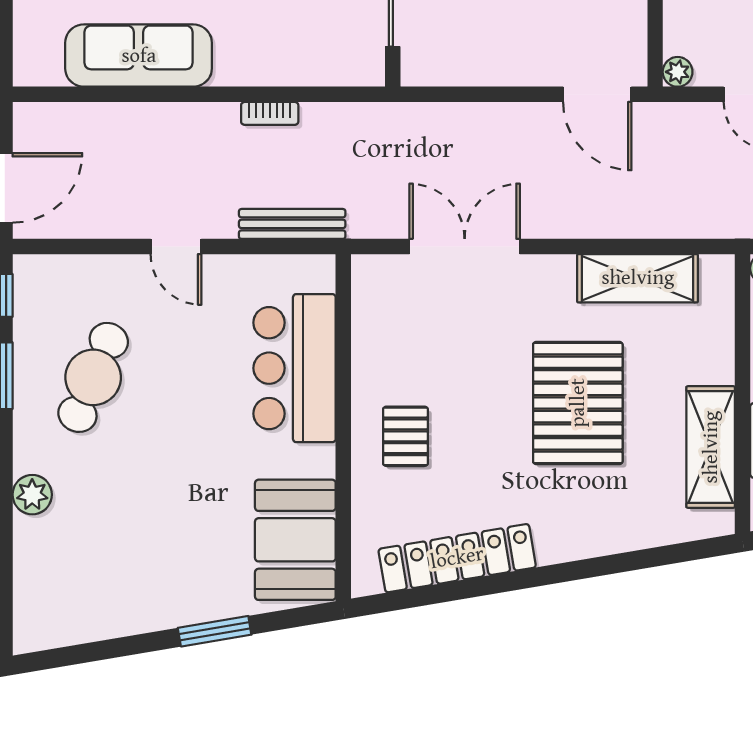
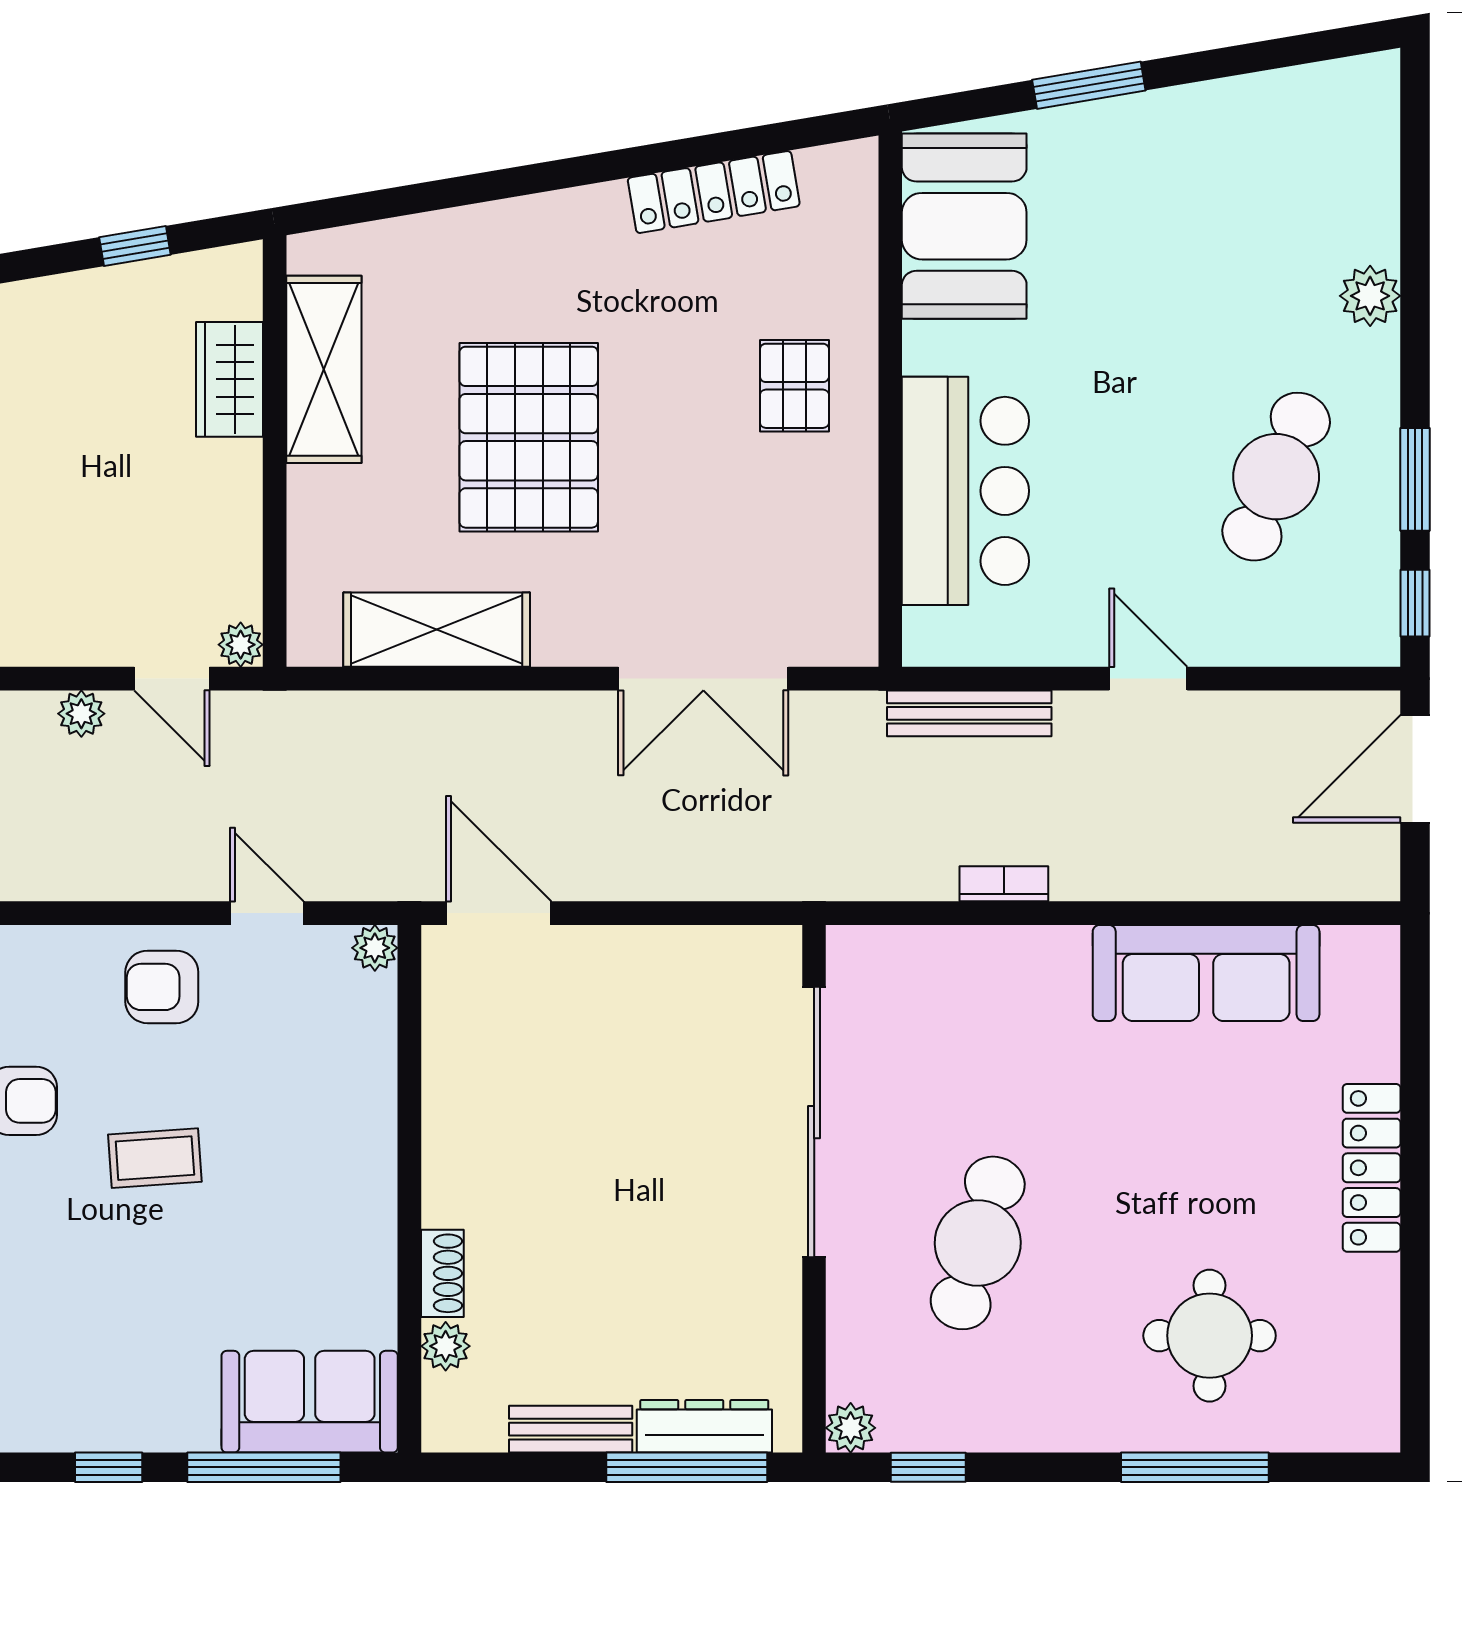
locker: (457, 558) -> (714, 192), width x0.71, depth x0.83

